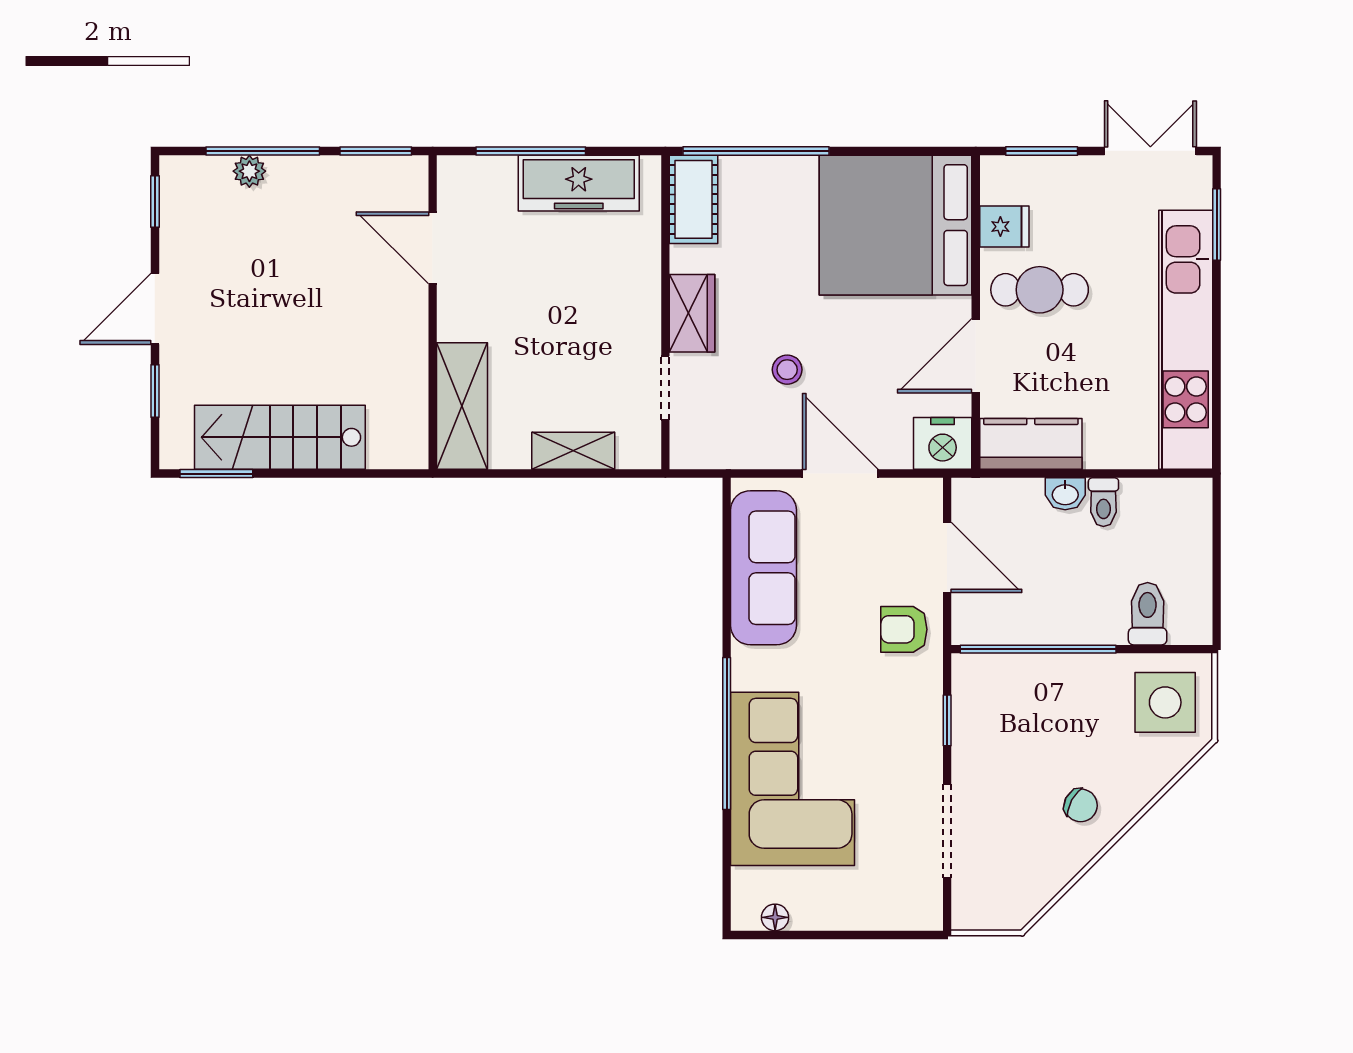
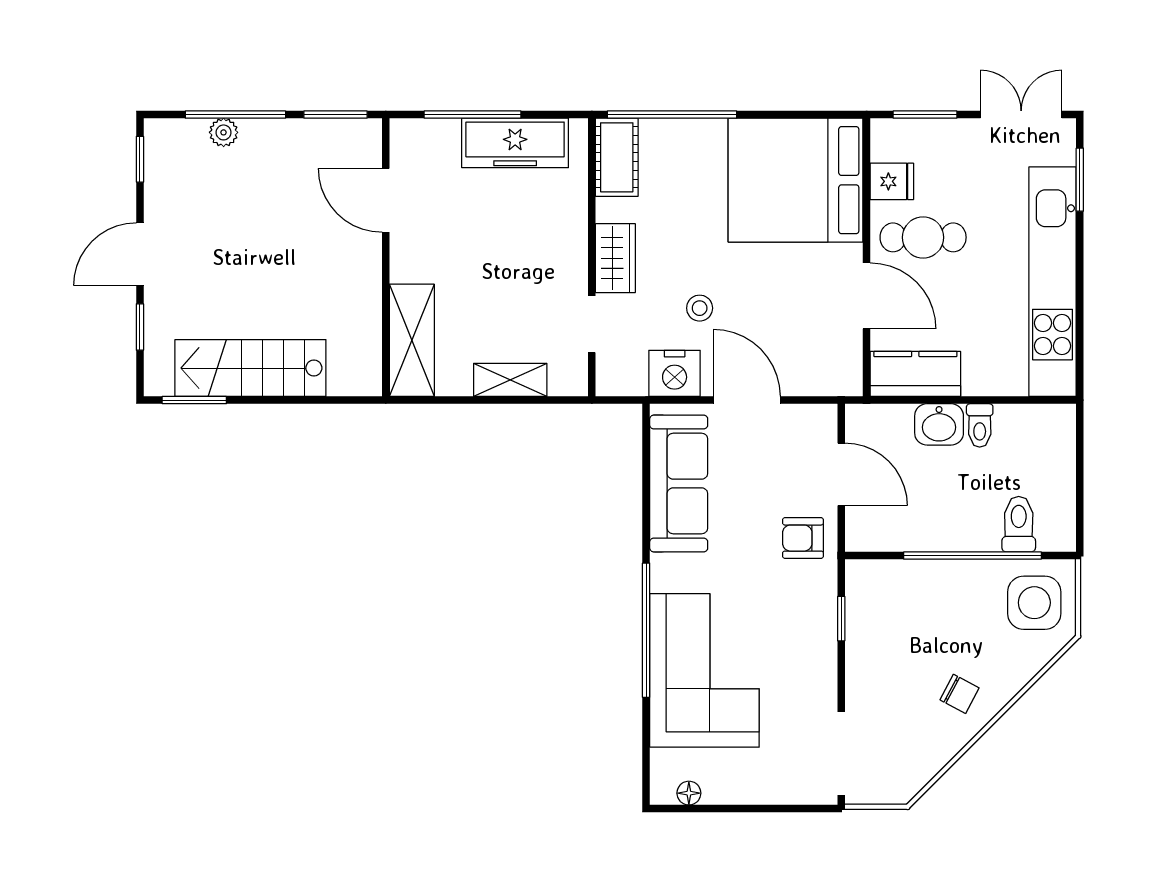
door: (976, 356) -> (867, 296), swing flipped
nightstand: (943, 443) -> (675, 373), moved
washbasin: (1065, 494) -> (939, 424), width x1.38, depth x1.45
window: (1038, 649) -> (972, 556), moved
doorway: (947, 831) -> (841, 754), moved

